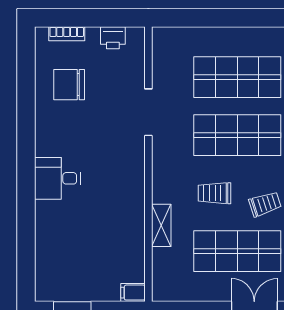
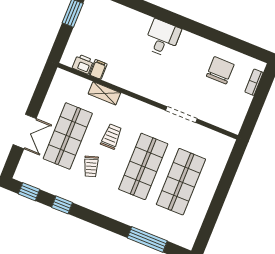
printer: (113, 38) -> (83, 64), moved, turned 90
filing cabinet: (133, 293) -> (98, 69), moved

